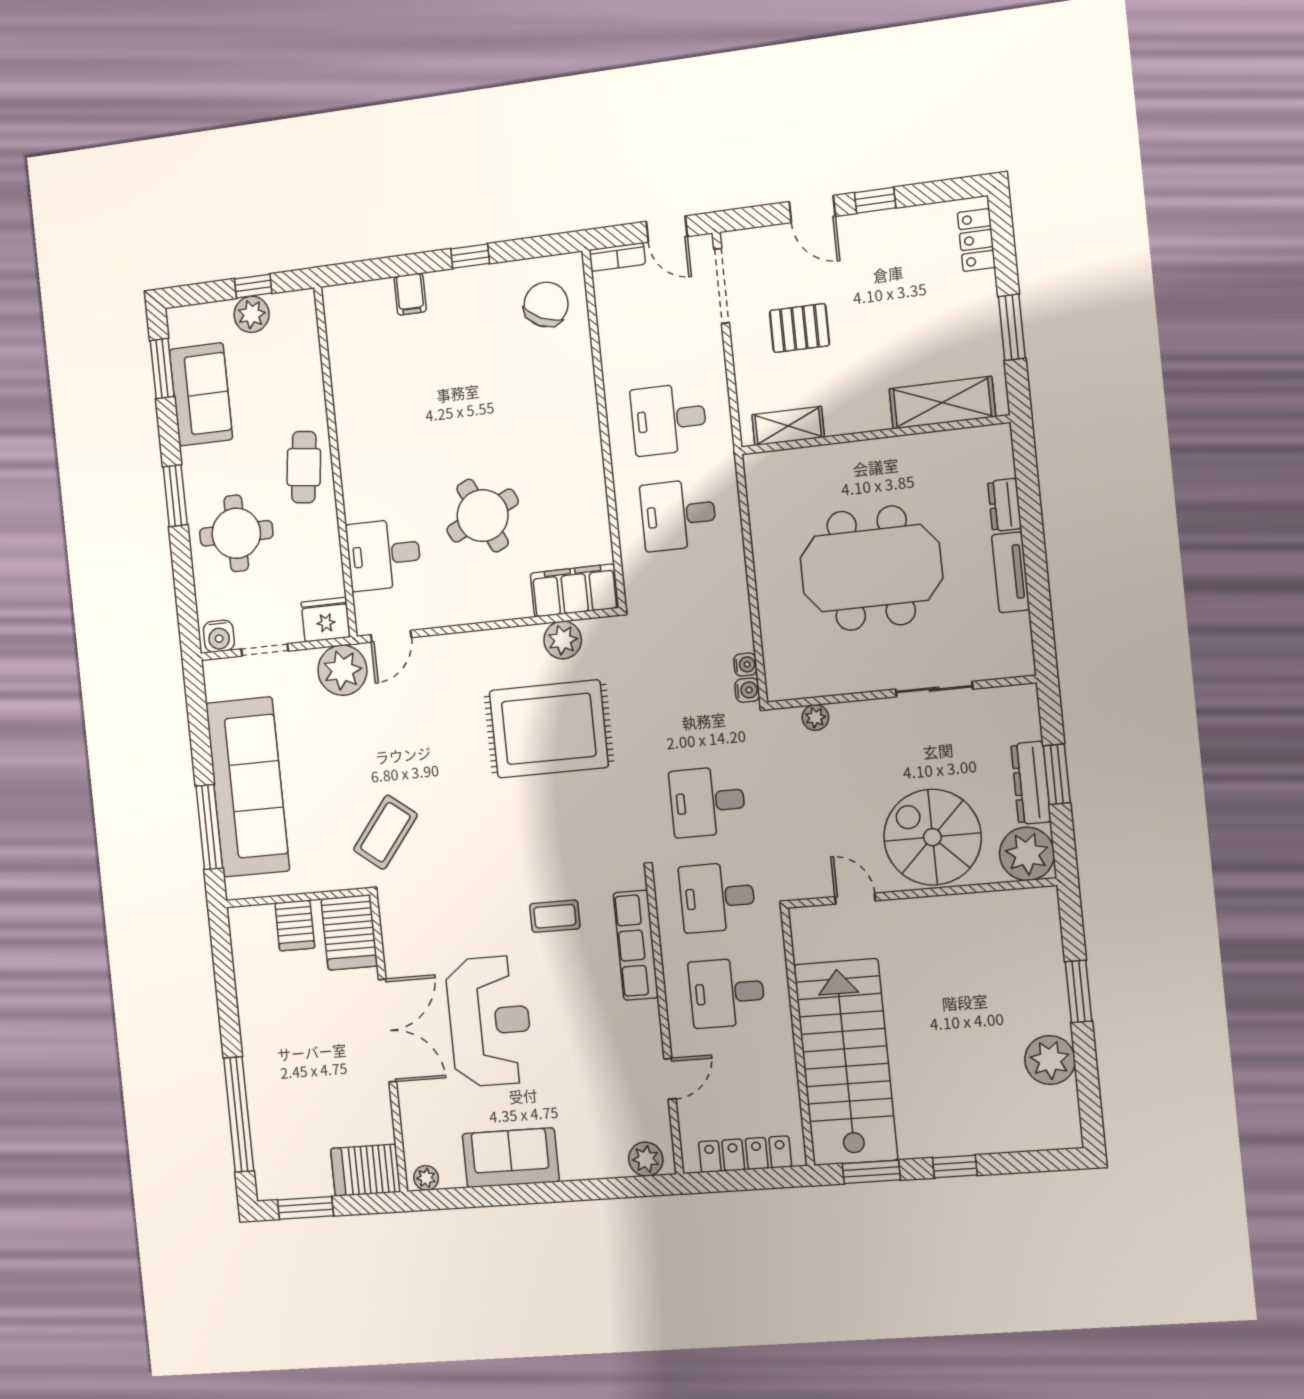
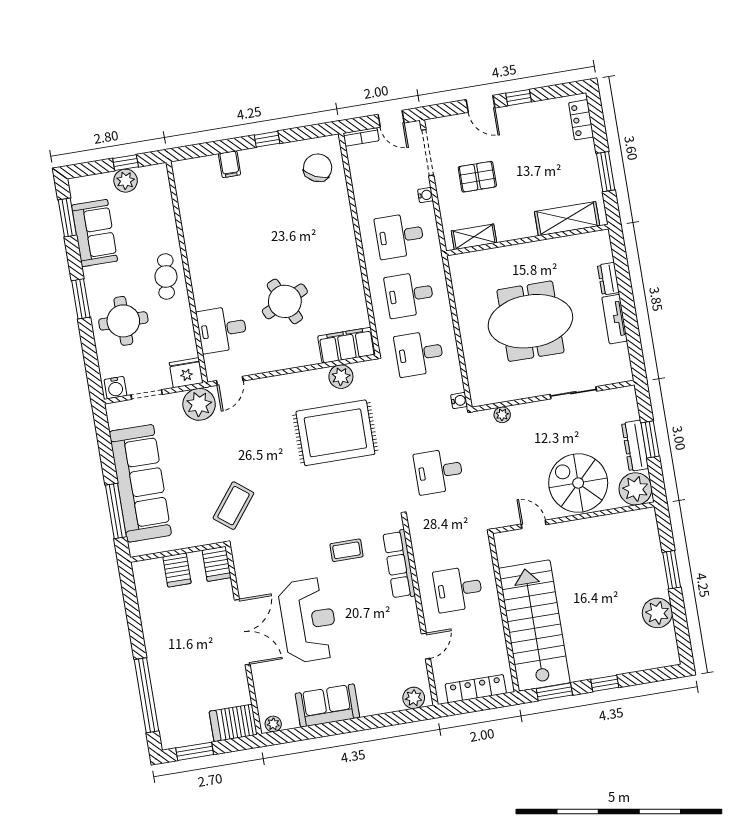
water cooler: (745, 665) -> (425, 195), moved
desk: (717, 897) -> (419, 354), moved
server rack: (349, 932) -> (217, 564), width x0.73, depth x0.70

